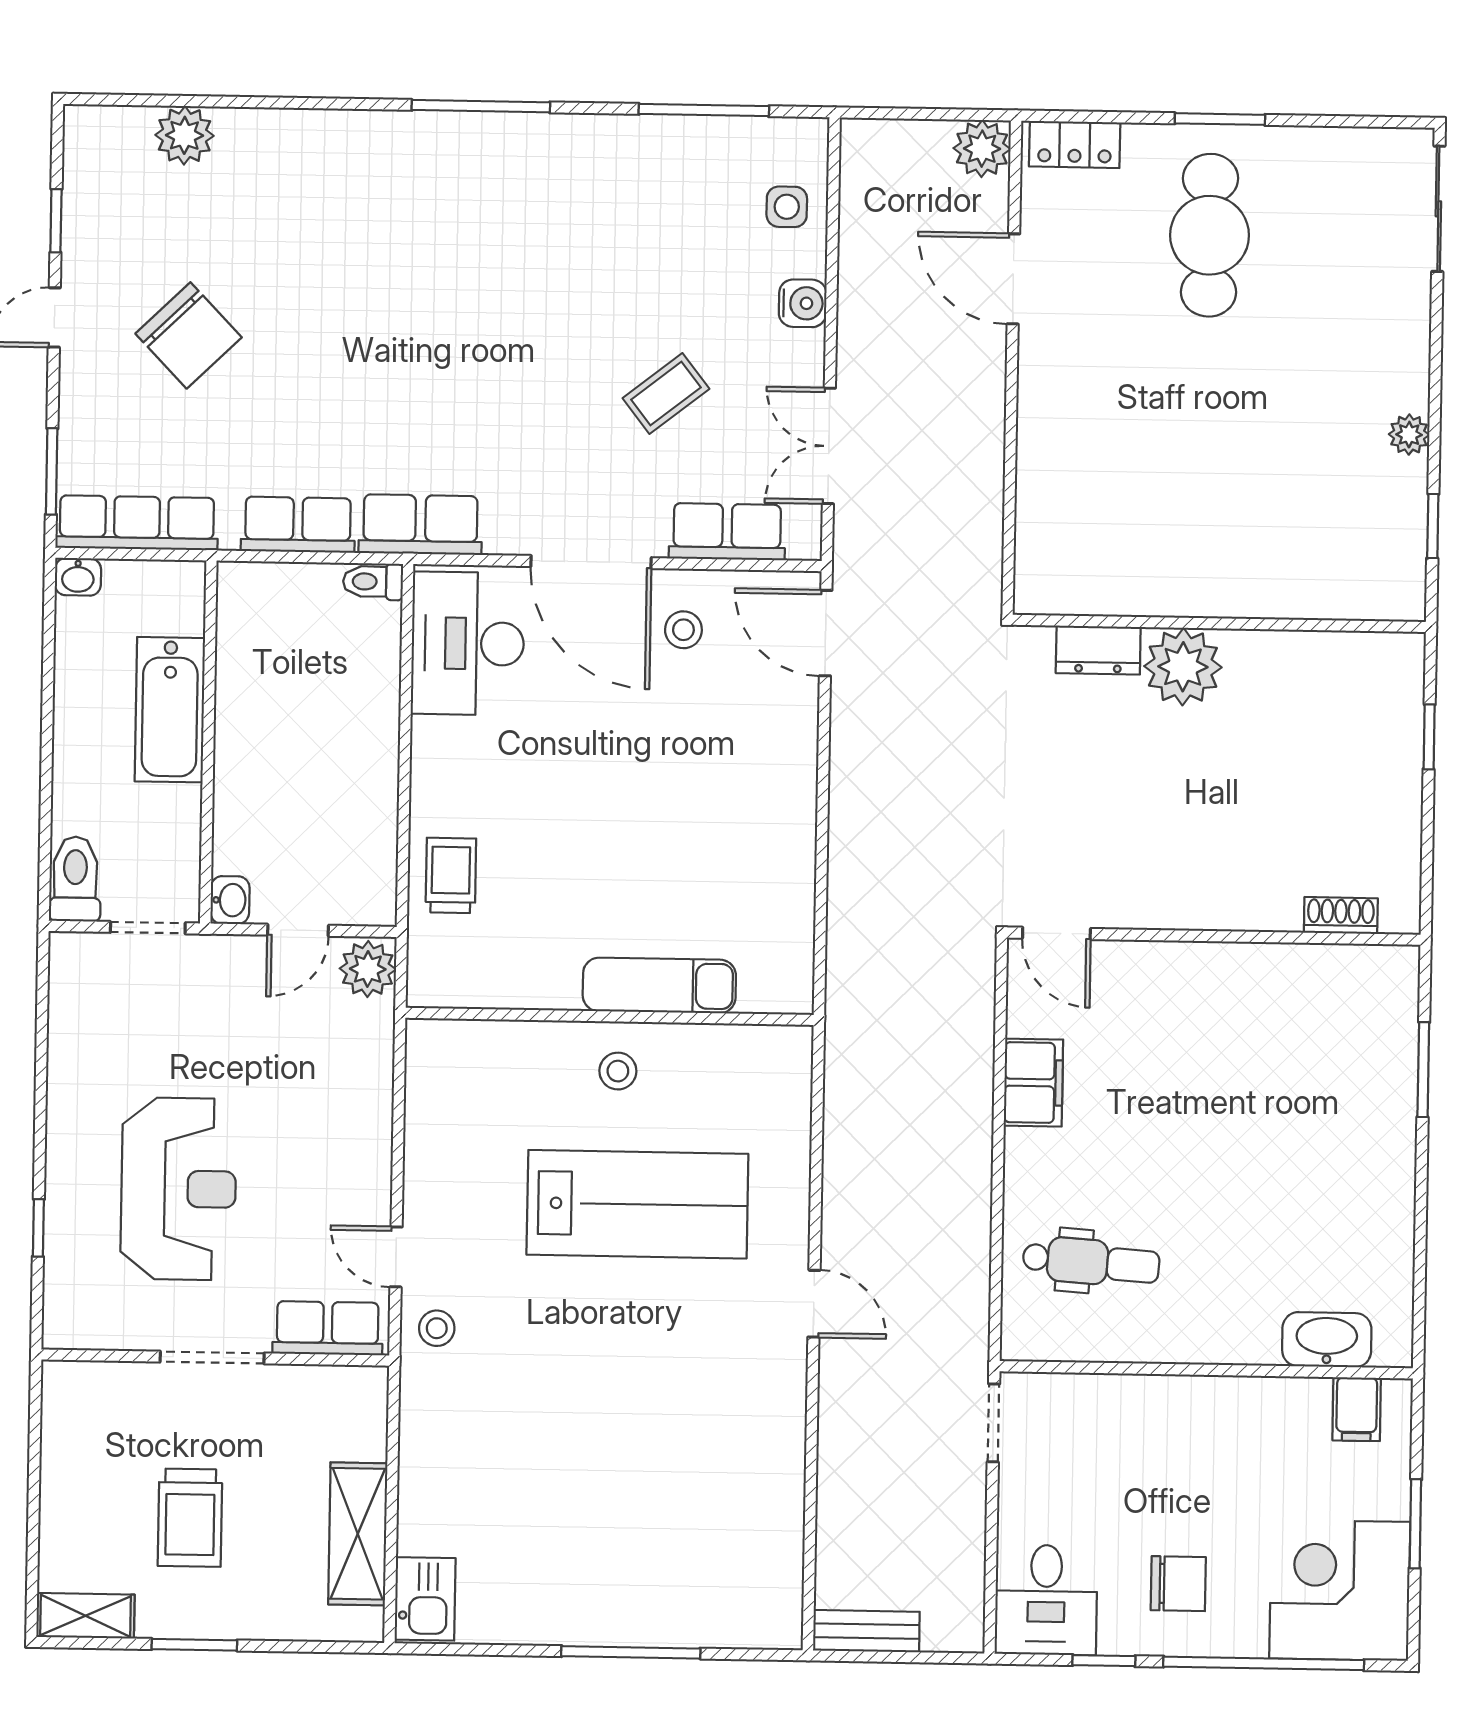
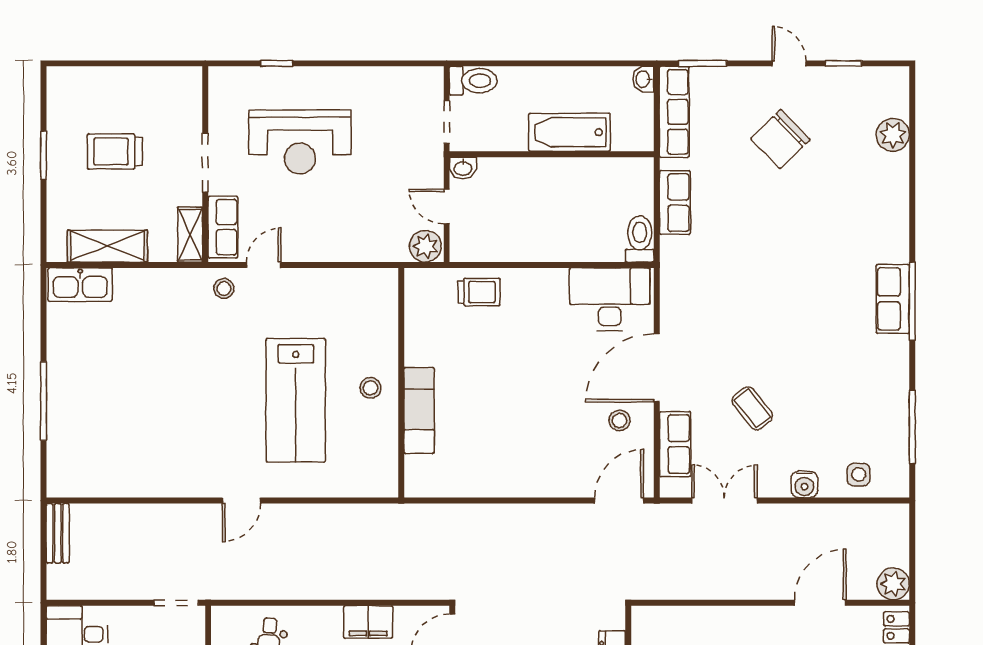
row of seats: (420, 525) -> (893, 299), moved, turned 180
toilet: (373, 582) -> (640, 239), width x1.37, depth x1.39
kitchen sink: (425, 1599) -> (80, 285), width x1.38
shelving: (86, 1616) -> (190, 235), moved

